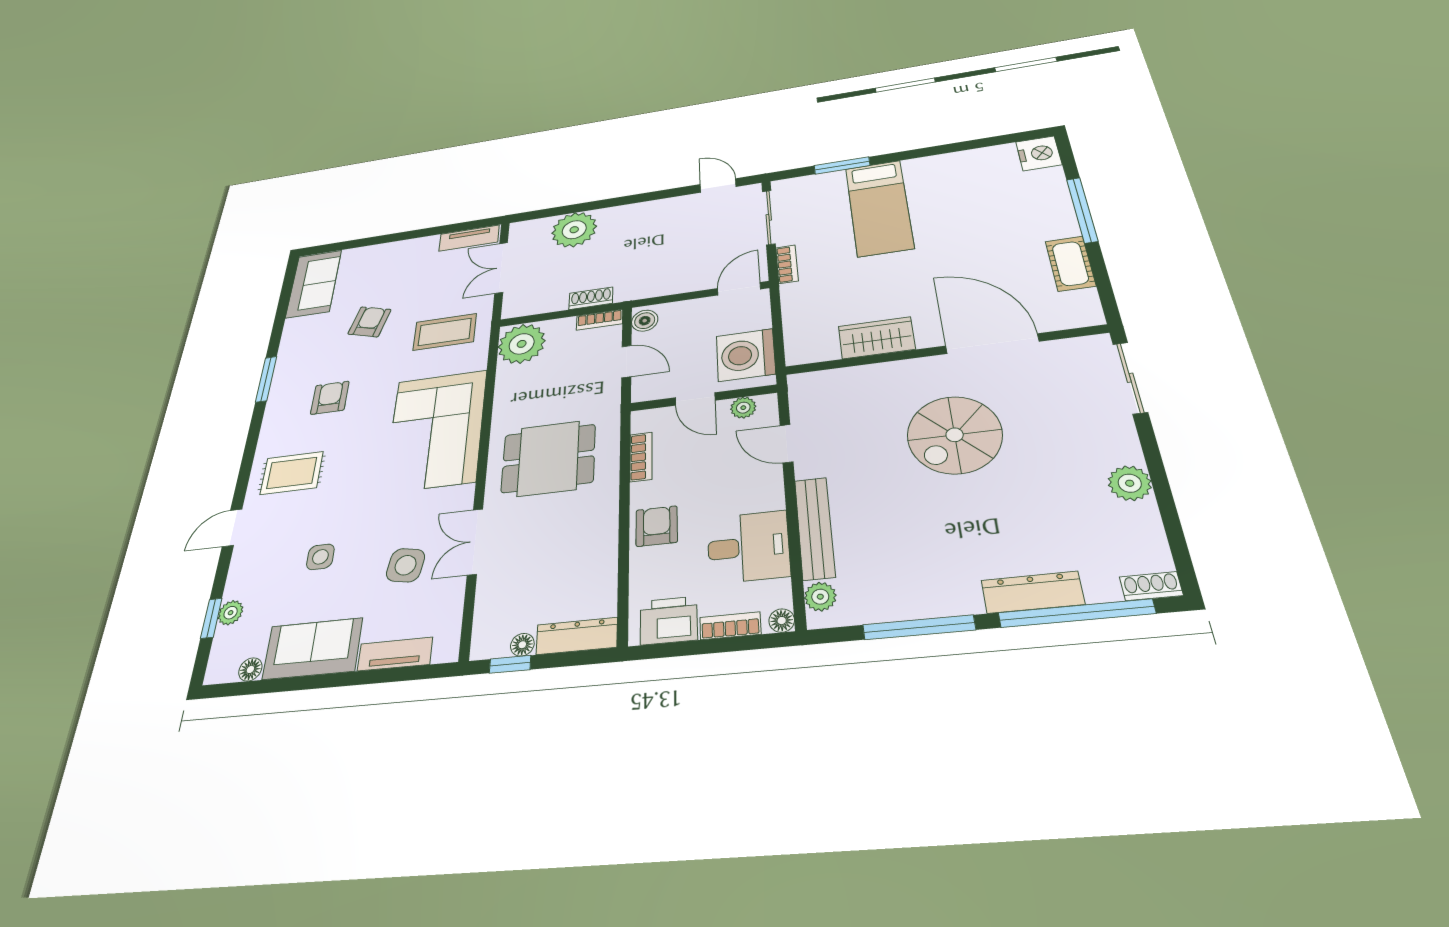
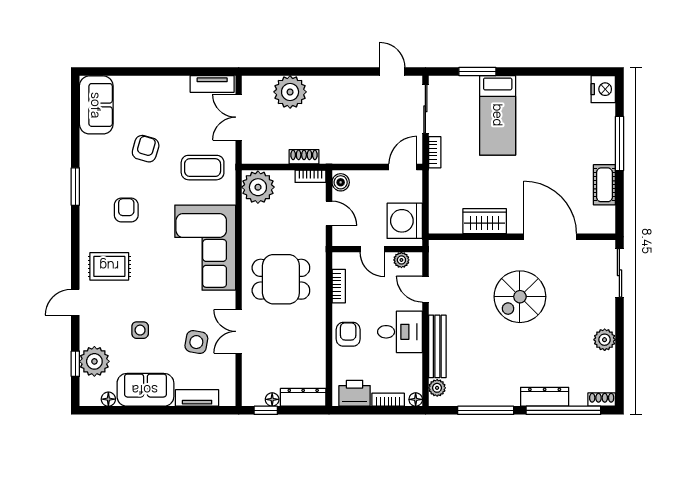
desk: (748, 547) -> (400, 332), moved
plant: (231, 613) -> (94, 361), width x1.88, depth x1.88

